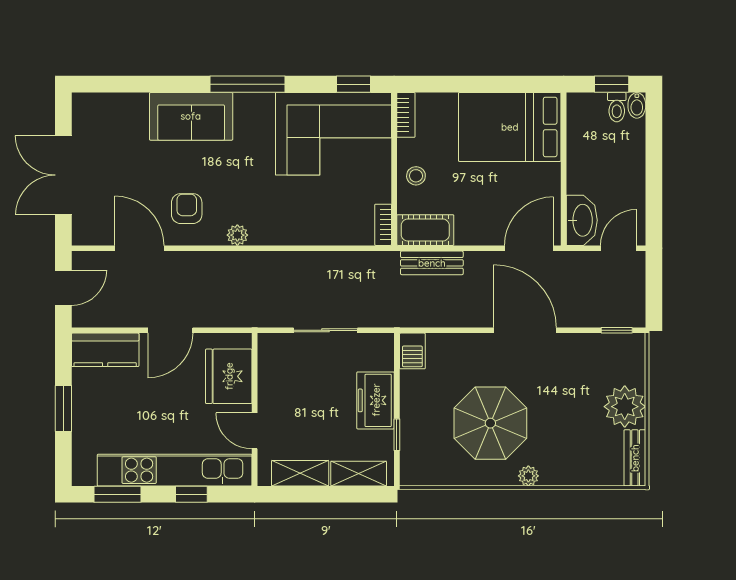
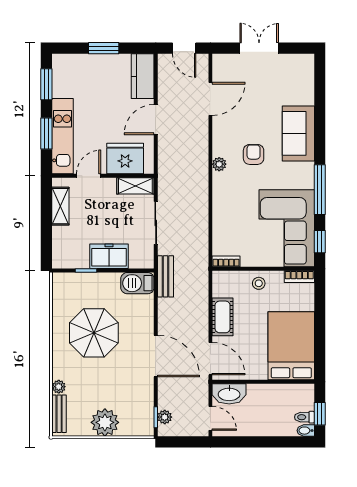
window: (247, 84) -> (320, 190), moved
double door: (63, 175) -> (259, 48), width x0.73
armchair: (187, 209) -> (254, 154), moved, turned -90
cot: (425, 230) -> (223, 317), moved
bench: (432, 263) -> (165, 276), moved
plant: (617, 317) -> (165, 417), added
door: (170, 330) -> (156, 120), hinge flipped
door: (525, 330) -> (156, 356), hinge flipped
barbecue: (412, 351) -> (137, 283), width x1.38, depth x1.27
bench: (635, 458) -> (59, 414), moved, turned 90
kitchen unit: (175, 470) -> (63, 136), width x0.73
shelving: (359, 474) -> (135, 186), moved, turned 90
plant: (528, 476) -> (59, 387), moved
window: (191, 494) -> (46, 134), width x1.50

